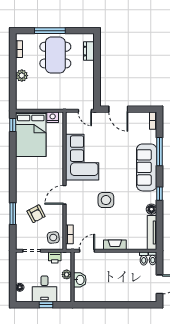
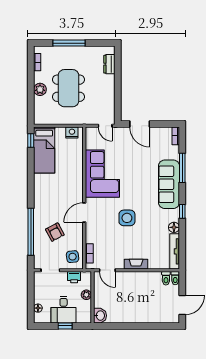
dining table: (55, 55) -> (68, 88), moved
bed: (31, 134) -> (44, 150), width x0.67
window: (13, 214) -> (31, 232), width x2.11
door: (87, 251) -> (107, 270), swing flipped
washbasin: (80, 280) -> (100, 316), moved

